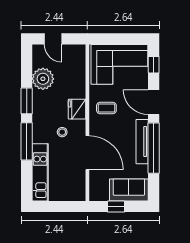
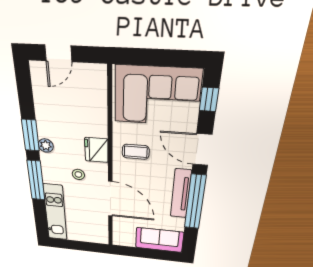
door: (53, 39) -> (58, 53), hinge flipped
plant: (43, 79) -> (46, 146), moved, width x0.53, depth x0.53
window: (116, 207) -> (143, 253), removed

